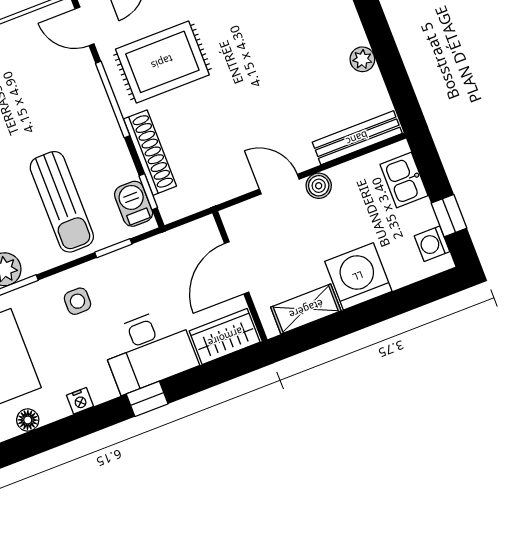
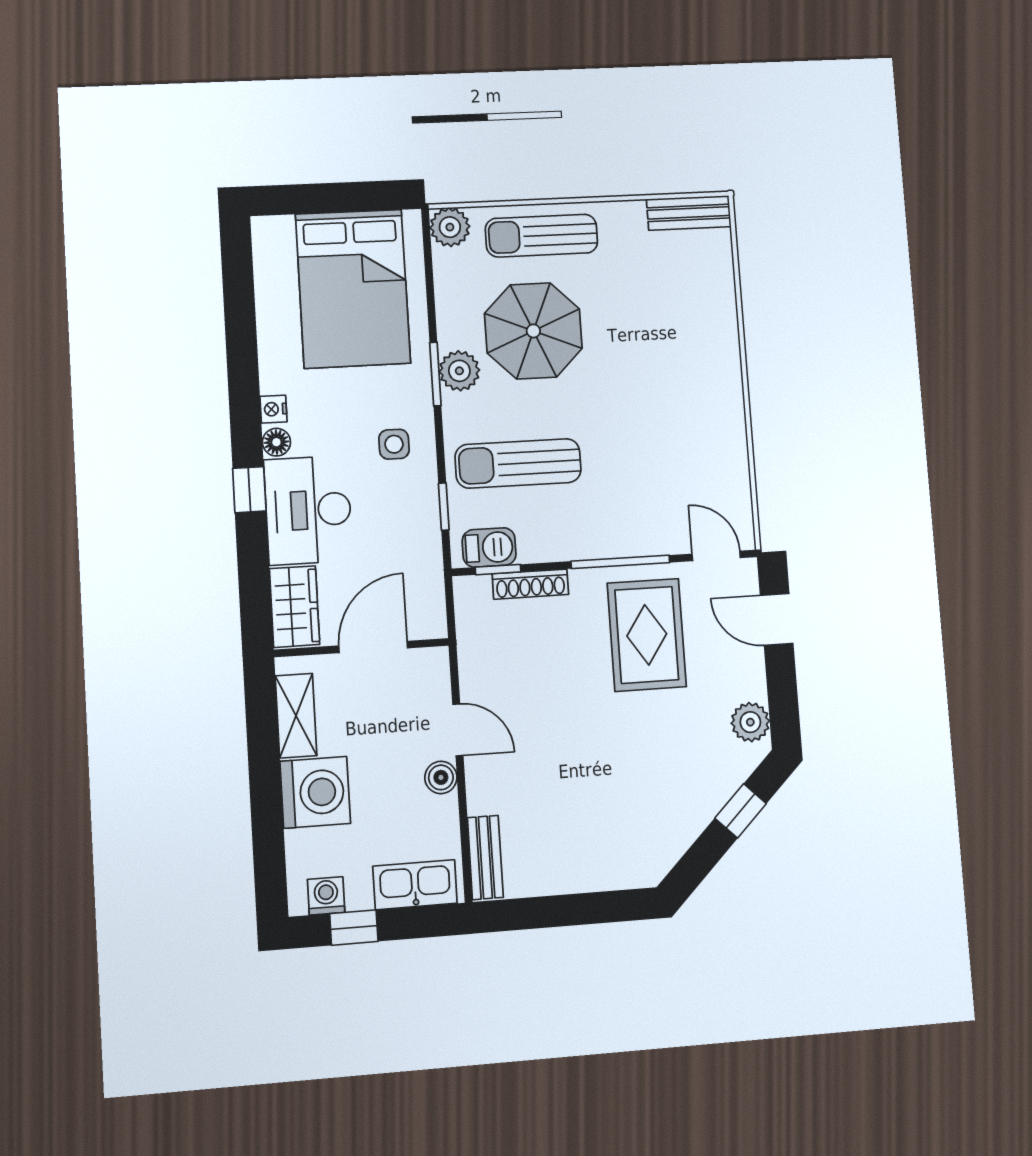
door: (84, 26) -> (716, 556), hinge flipped
plant: (362, 59) -> (577, 878), removed
bench: (357, 138) -> (485, 857), width x0.73
shoe rack: (150, 153) -> (530, 584), width x0.74, depth x0.81
kitchen sink: (404, 180) -> (415, 885), width x1.38
door: (279, 184) -> (458, 730), hinge flipped
door: (237, 268) -> (373, 647), hinge flipped
floor lamp: (28, 420) -> (276, 442), moved

